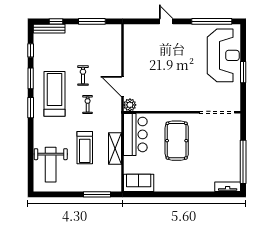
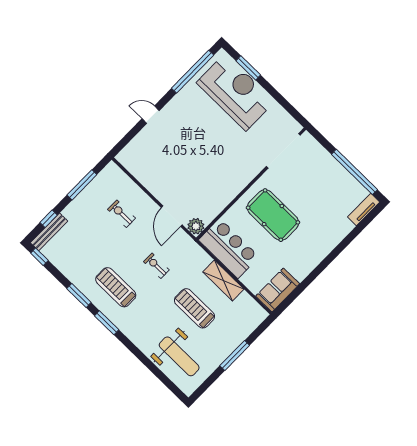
window: (31, 50) -> (39, 257), moved
window: (243, 72) -> (248, 68), moved
exercise bike: (83, 76) -> (122, 214), moved
door: (122, 87) -> (172, 216), hinge flipped
treadmill: (54, 94) -> (116, 287), width x0.73, depth x0.73
treadmill: (85, 148) -> (194, 308), turned 180
window: (97, 194) -> (235, 355), moved

